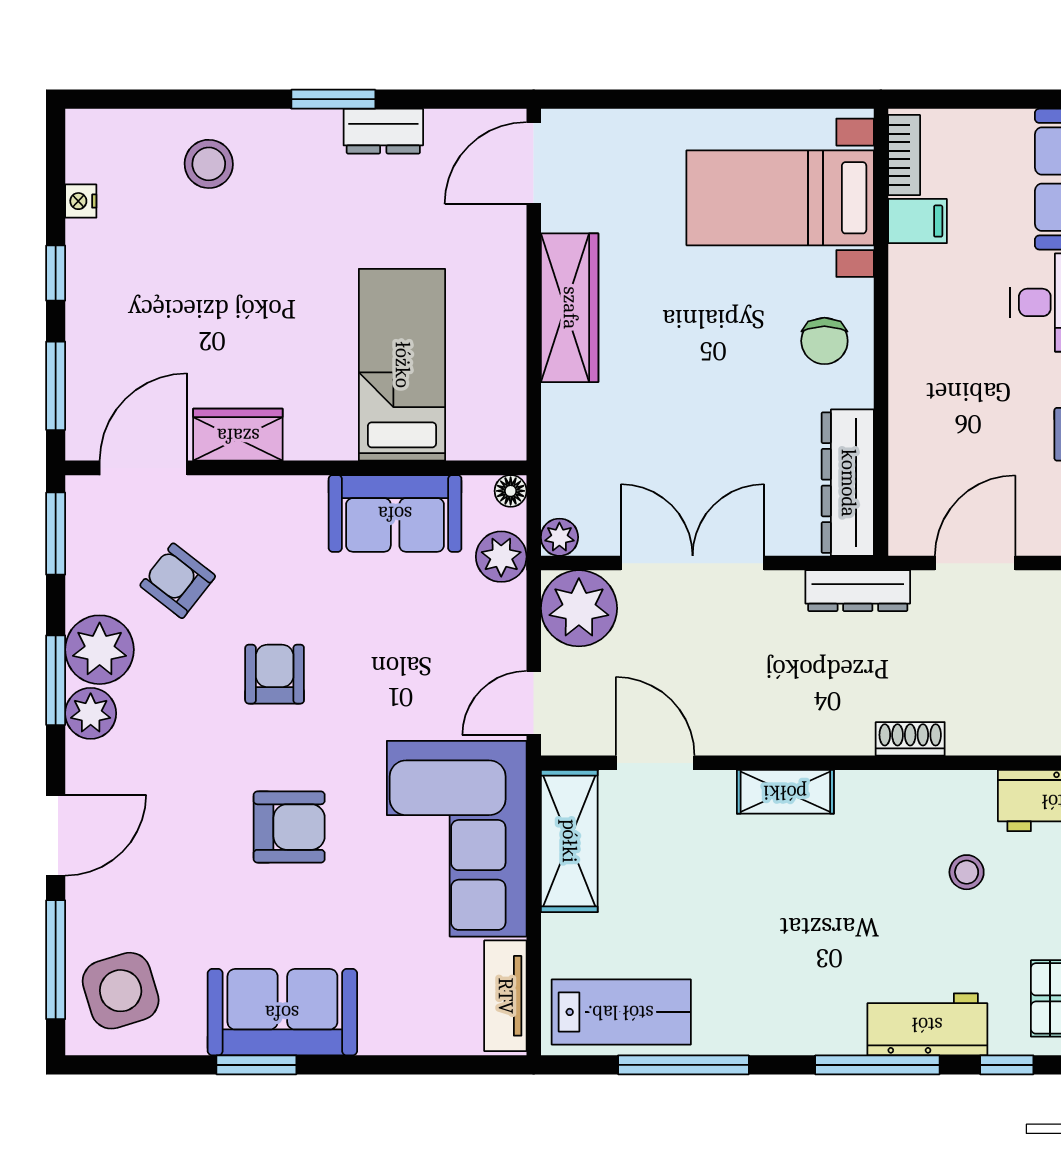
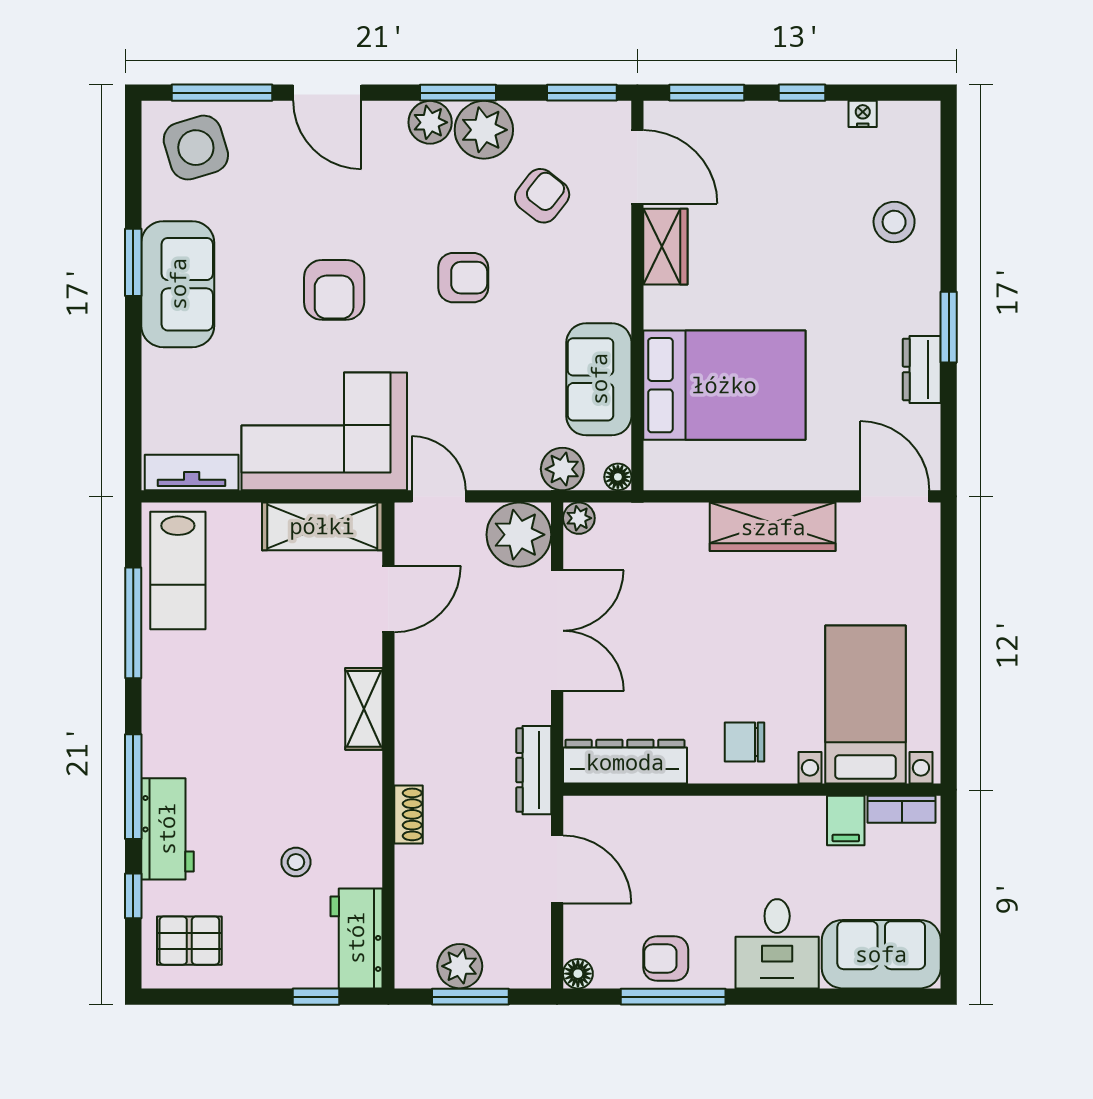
bed: (402, 365) -> (724, 385), width x1.50

